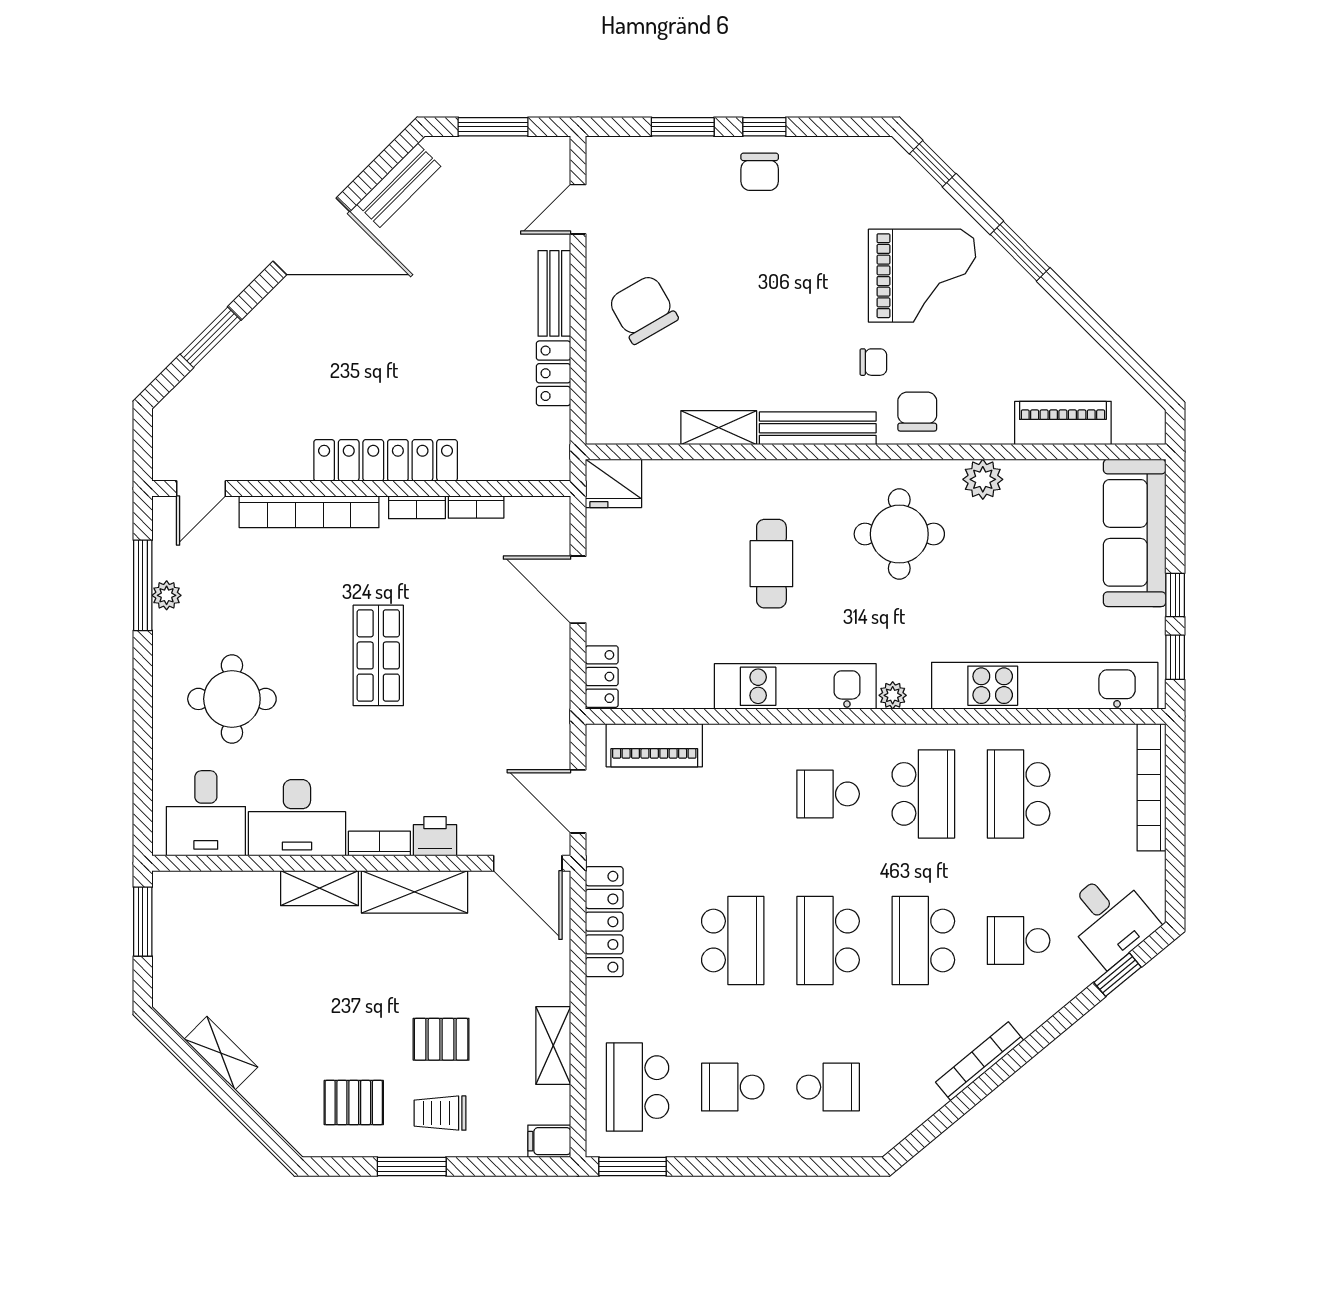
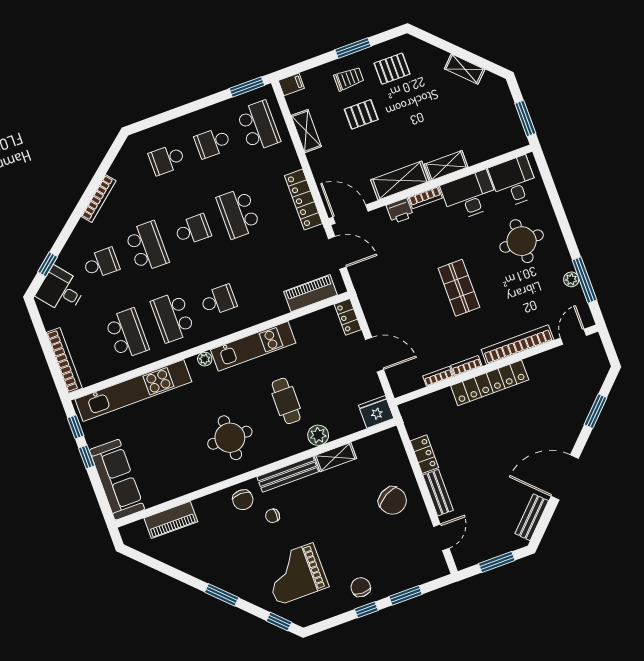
grand piano: (922, 276) -> (295, 574), moved
plant: (983, 479) -> (318, 435), moved
school desk: (828, 940) -> (193, 230), width x0.54
school desk: (733, 1087) -> (213, 143), turned 180

